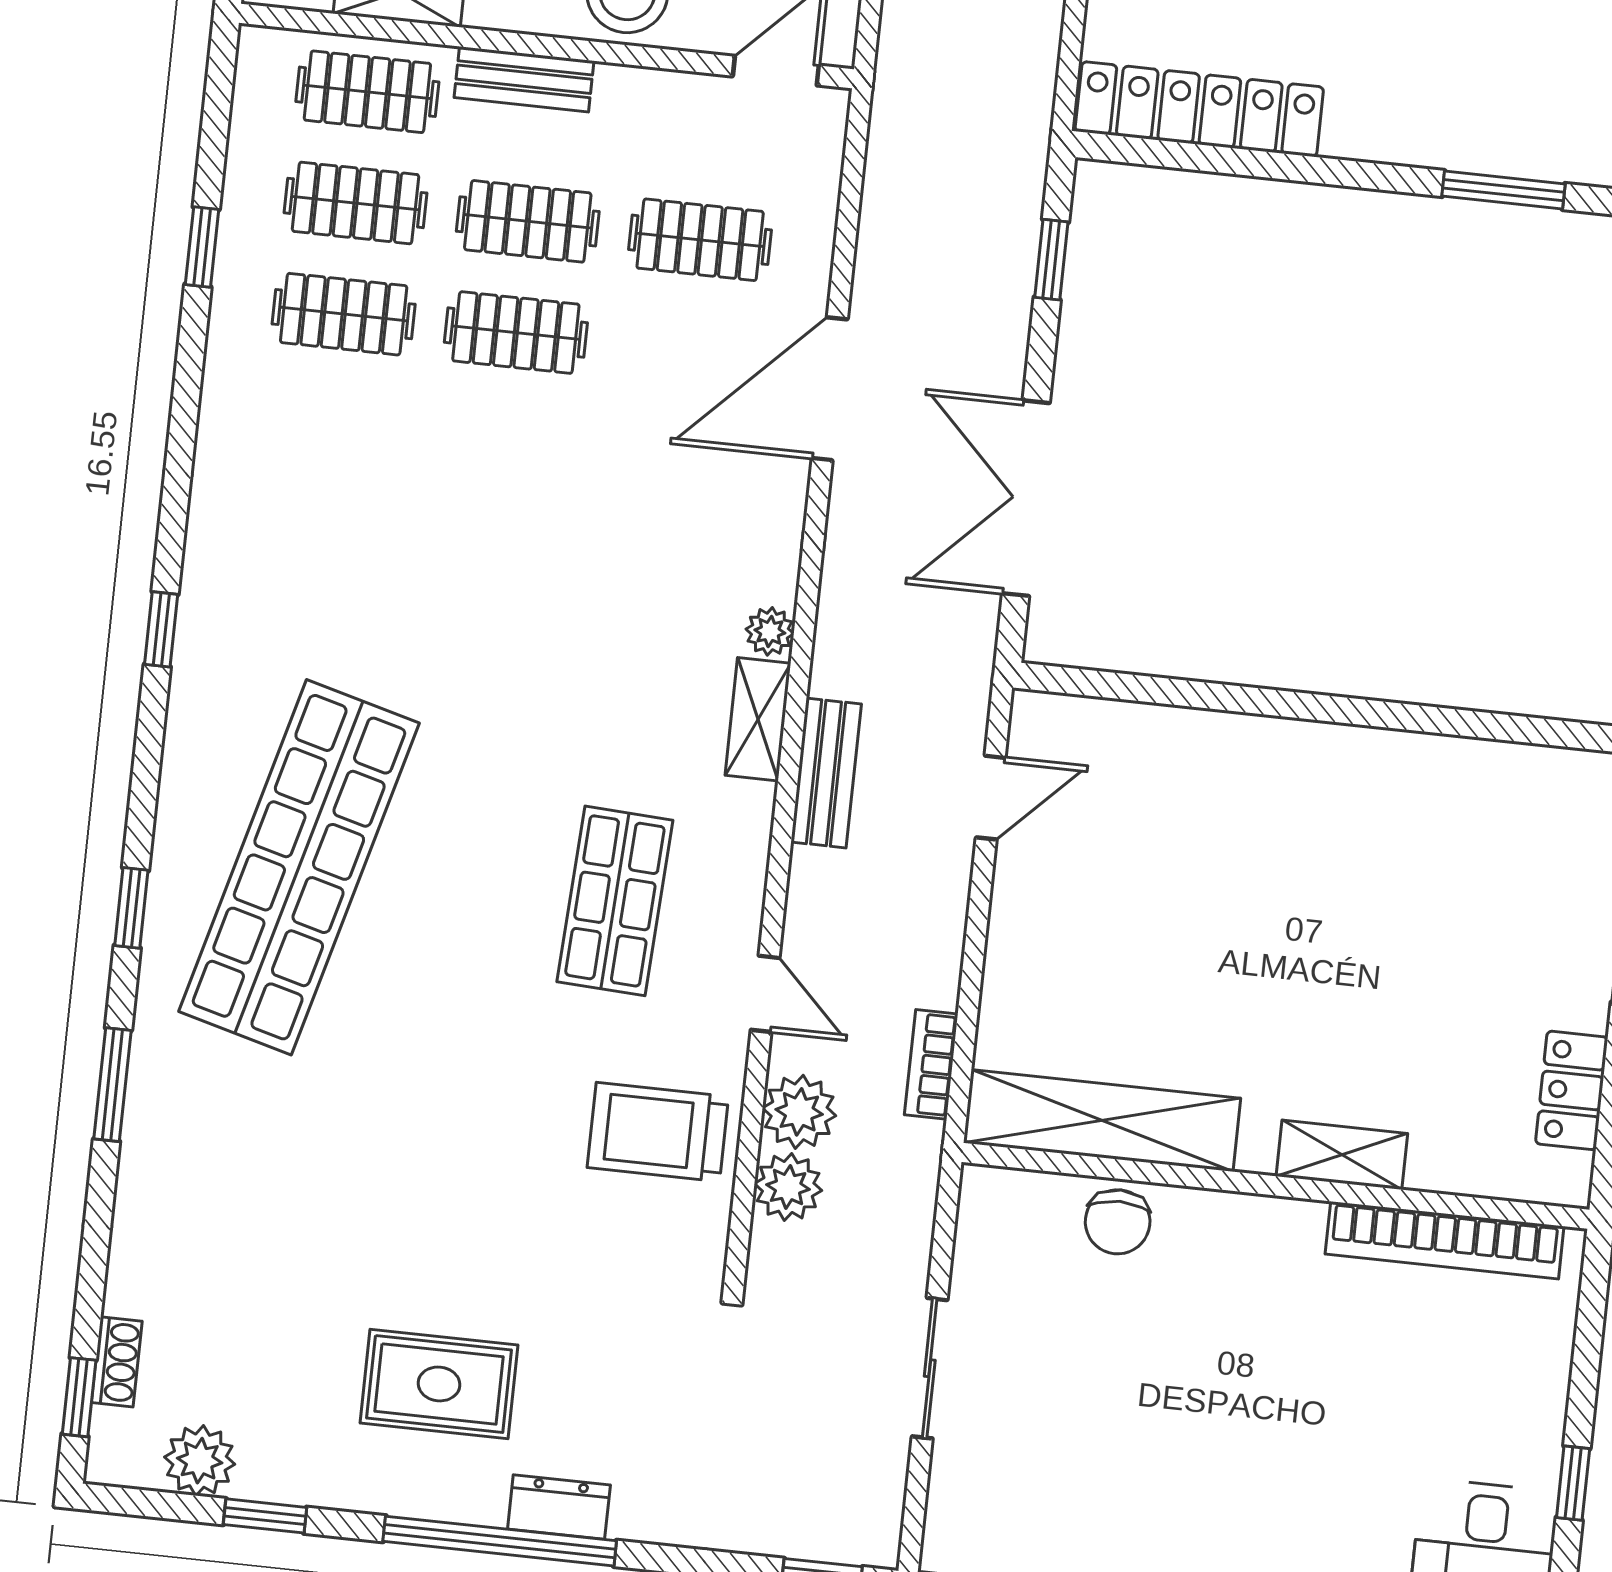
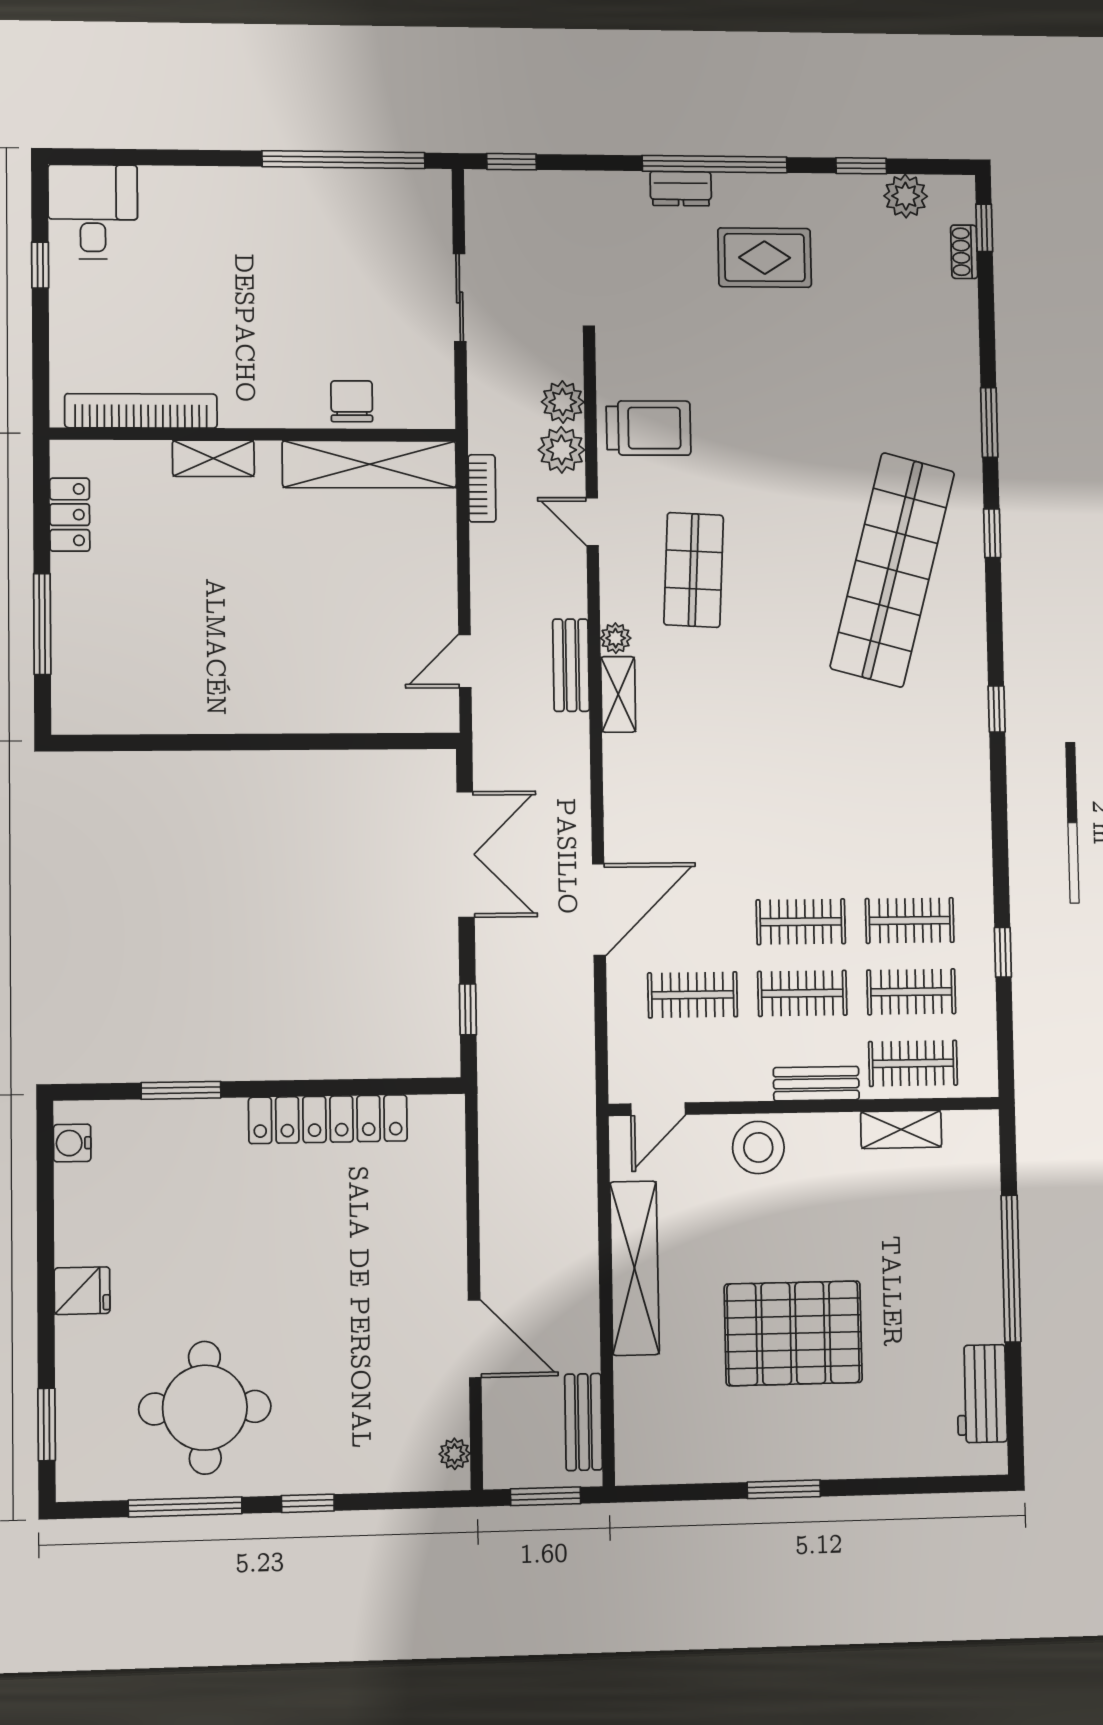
locker: (1199, 109) -> (328, 1119), moved
plant: (770, 631) -> (616, 638), moved

